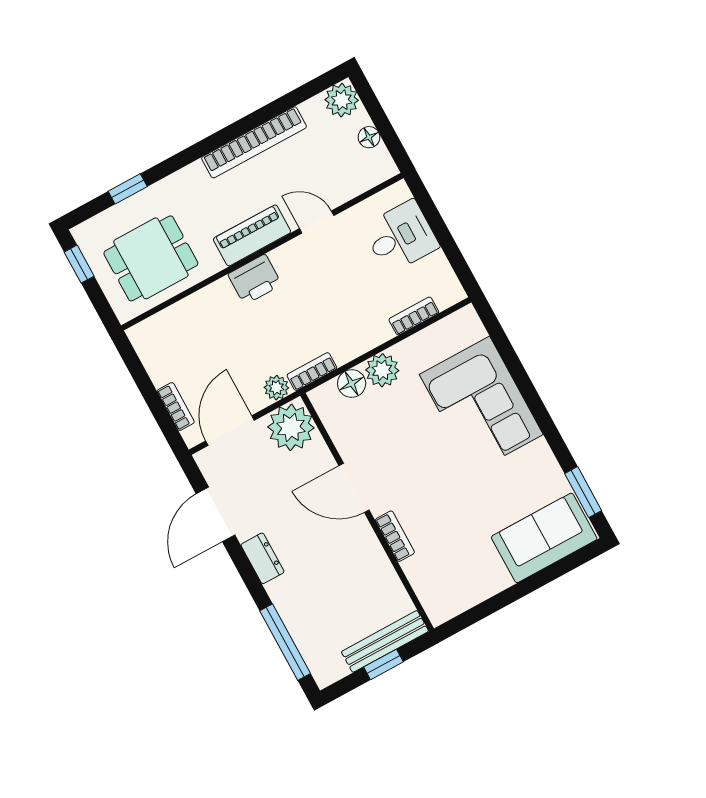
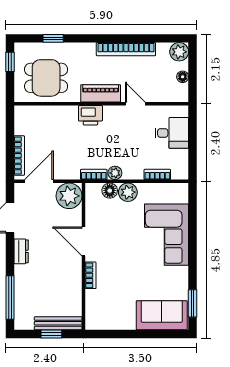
plant: (276, 388) -> (115, 173), moved
bookcase: (176, 406) -> (19, 156), width x1.56

